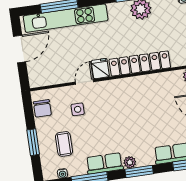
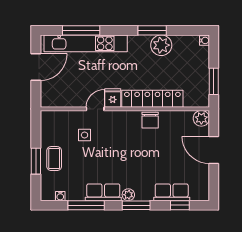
chair: (42, 108) -> (150, 120), moved
coffee table: (64, 144) -> (54, 159), moved

